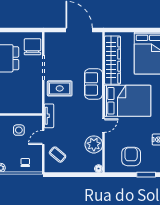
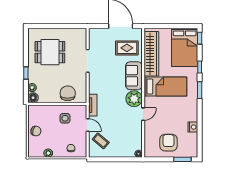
chair: (32, 47) -> (68, 93), moved
rug: (60, 88) -> (127, 48), moved
bed: (128, 101) -> (165, 87), width x0.67
door: (43, 137) -> (88, 125), swing flipped
plant: (94, 144) -> (134, 99), moved

